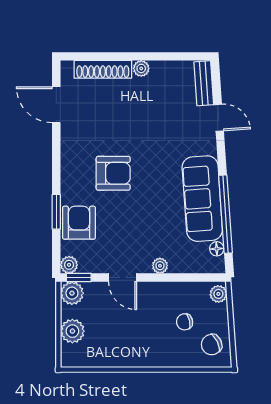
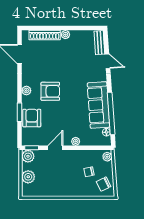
plant: (69, 265) -> (26, 91), moved
door: (123, 277) -> (55, 148), swing flipped

